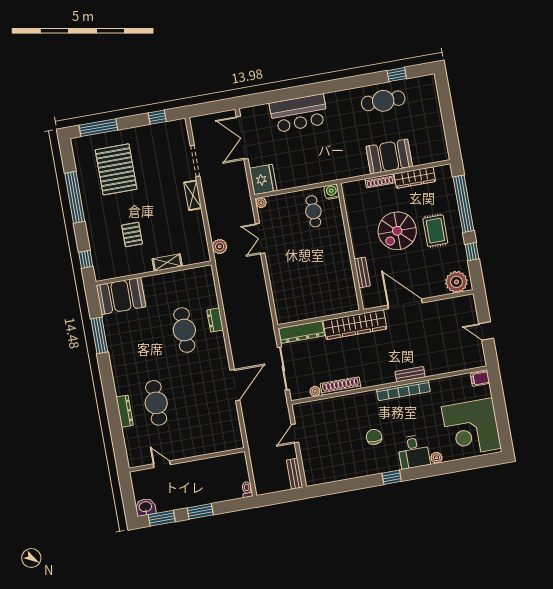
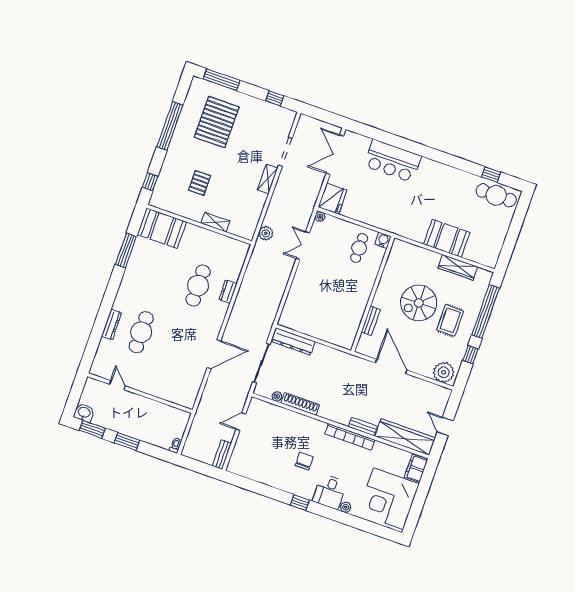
cafe table: (383, 101) -> (496, 195), moved
shoe rack: (380, 181) -> (428, 254), removed
wardrobe: (355, 325) -> (405, 437), moved, turned 180
filing cabinet: (480, 379) -> (416, 468), width x2.00

